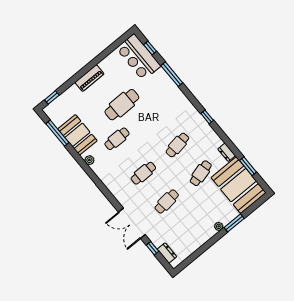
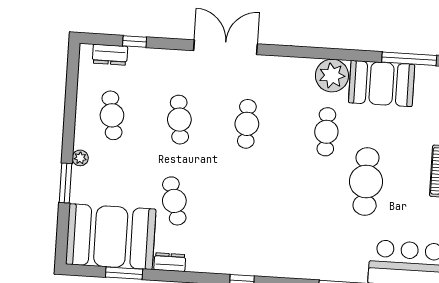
cafe table: (177, 145) -> (112, 115), moved
plant: (89, 160) -> (332, 76), width x1.87, depth x1.87
double door: (132, 223) -> (226, 47), moved

